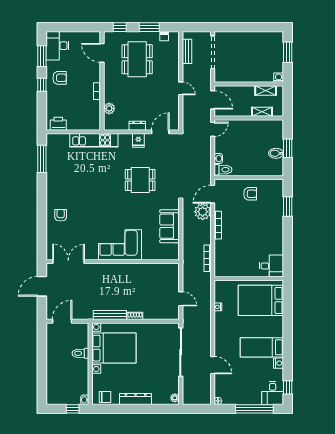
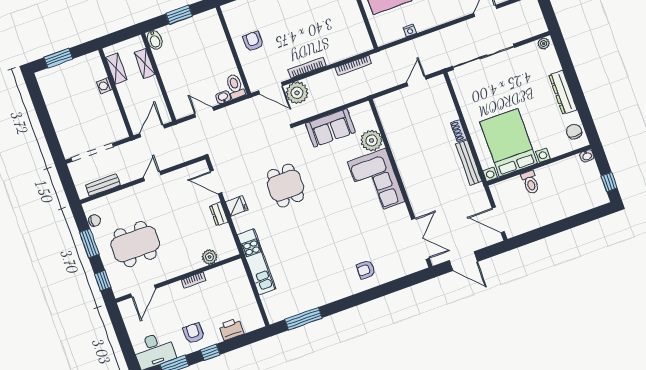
washing machine: (279, 78) -> (104, 86), moved
printer: (58, 124) -> (231, 329), moved, turned 90
door: (213, 129) -> (204, 112), moved
bidet: (276, 153) -> (155, 40), moved
plant: (150, 252) -> (372, 140), added
double door: (68, 262) -> (421, 239), swing flipped
window: (73, 409) -> (609, 182), moved

